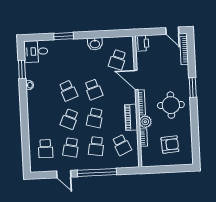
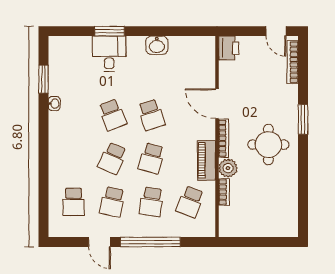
desk: (36, 51) -> (109, 54), moved, turned 90
school desk: (118, 60) -> (190, 71), removed
school desk: (122, 145) -> (190, 202), turned 45
armchair: (170, 145) -> (264, 205), removed

